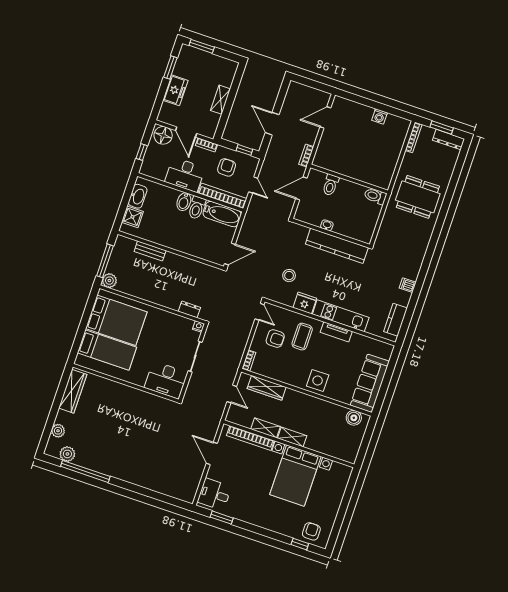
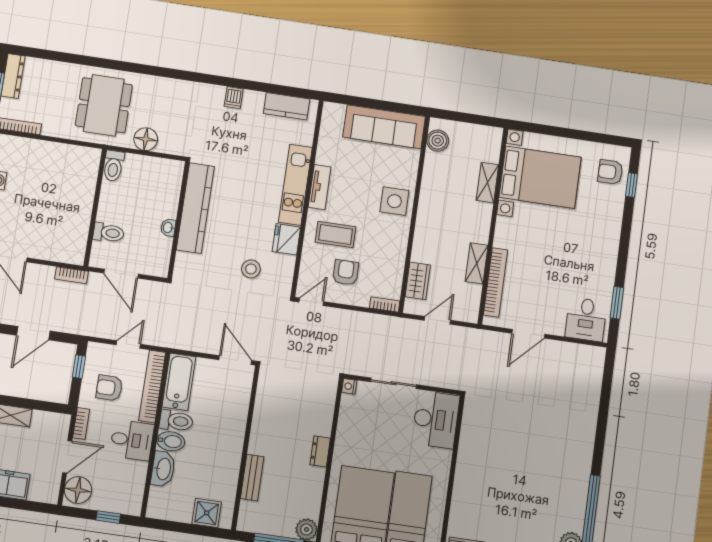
desk: (185, 175) -> (132, 440), width x0.73
washbasin: (138, 196) -> (163, 469), moved, turned 90
floor lamp: (390, 221) -> (146, 139), added
dresser: (189, 309) -> (320, 451), moved
wardrobe: (267, 388) -> (418, 281), width x0.67
shelving: (292, 437) -> (487, 183), moved
bed with nightstands: (295, 476) -> (540, 177), moved

